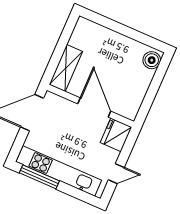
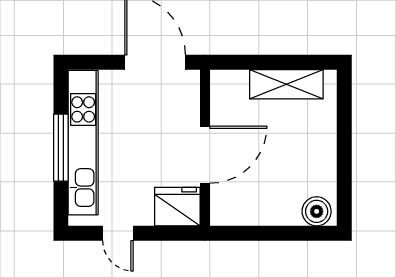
shelving: (66, 68) -> (286, 84), moved
window: (39, 177) -> (61, 148), moved

